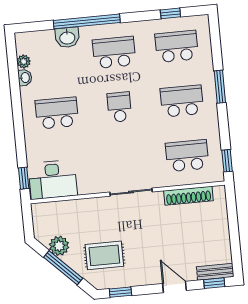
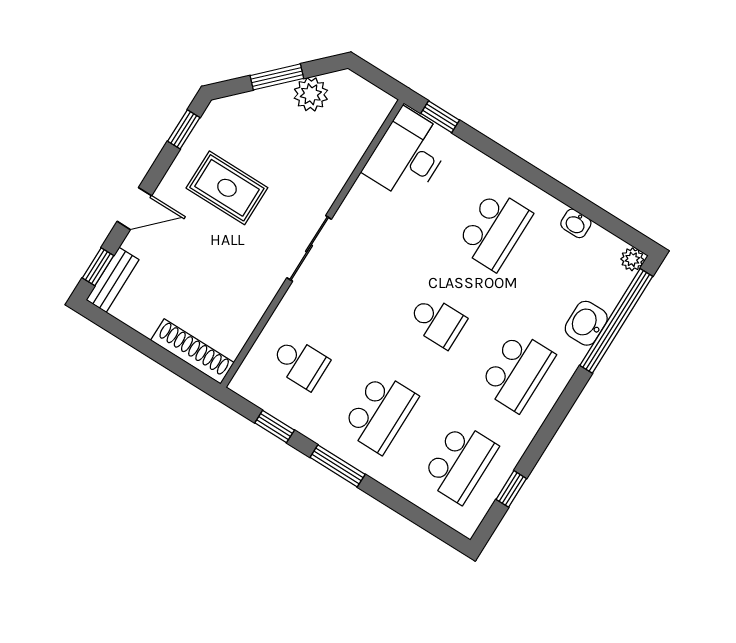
window: (87, 21) -> (616, 321), moved
plant: (24, 62) -> (632, 259), moved
window: (220, 87) -> (338, 466), moved
school desk: (187, 156) -> (300, 363), width x0.54
window: (227, 161) -> (275, 427), moved
shoe rack: (188, 196) -> (192, 351), moved, turned 90
rug: (104, 255) -> (227, 188), moved, turned 90
window: (63, 268) -> (277, 77), width x0.69

